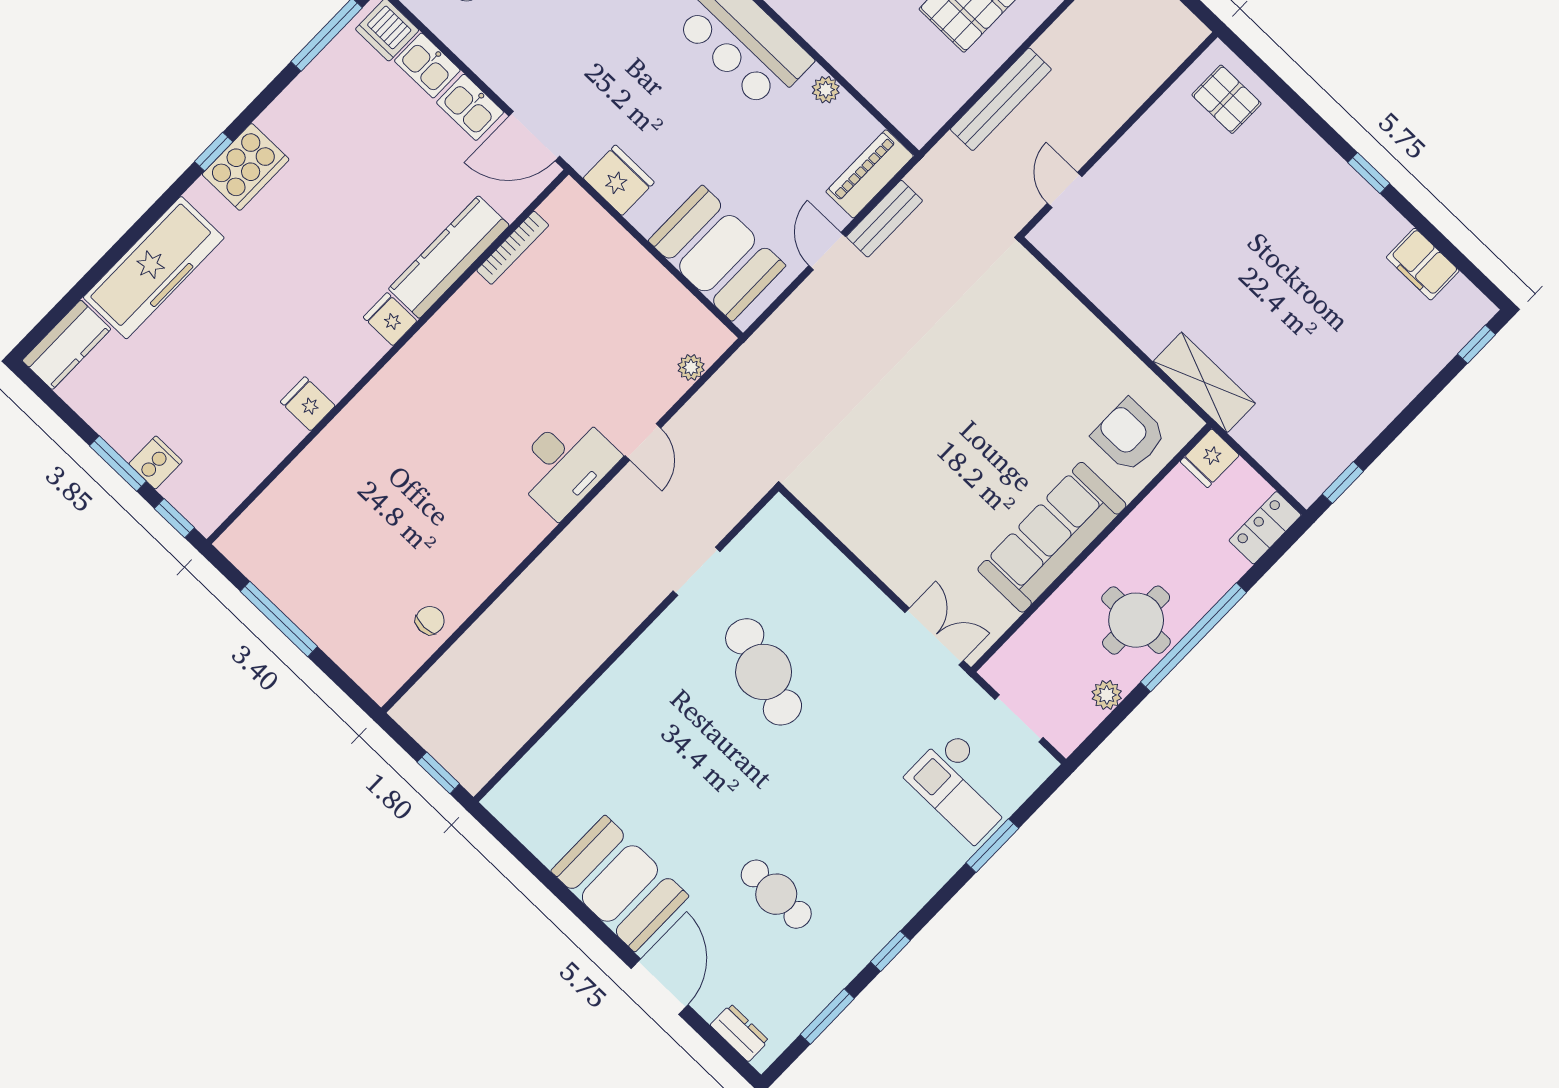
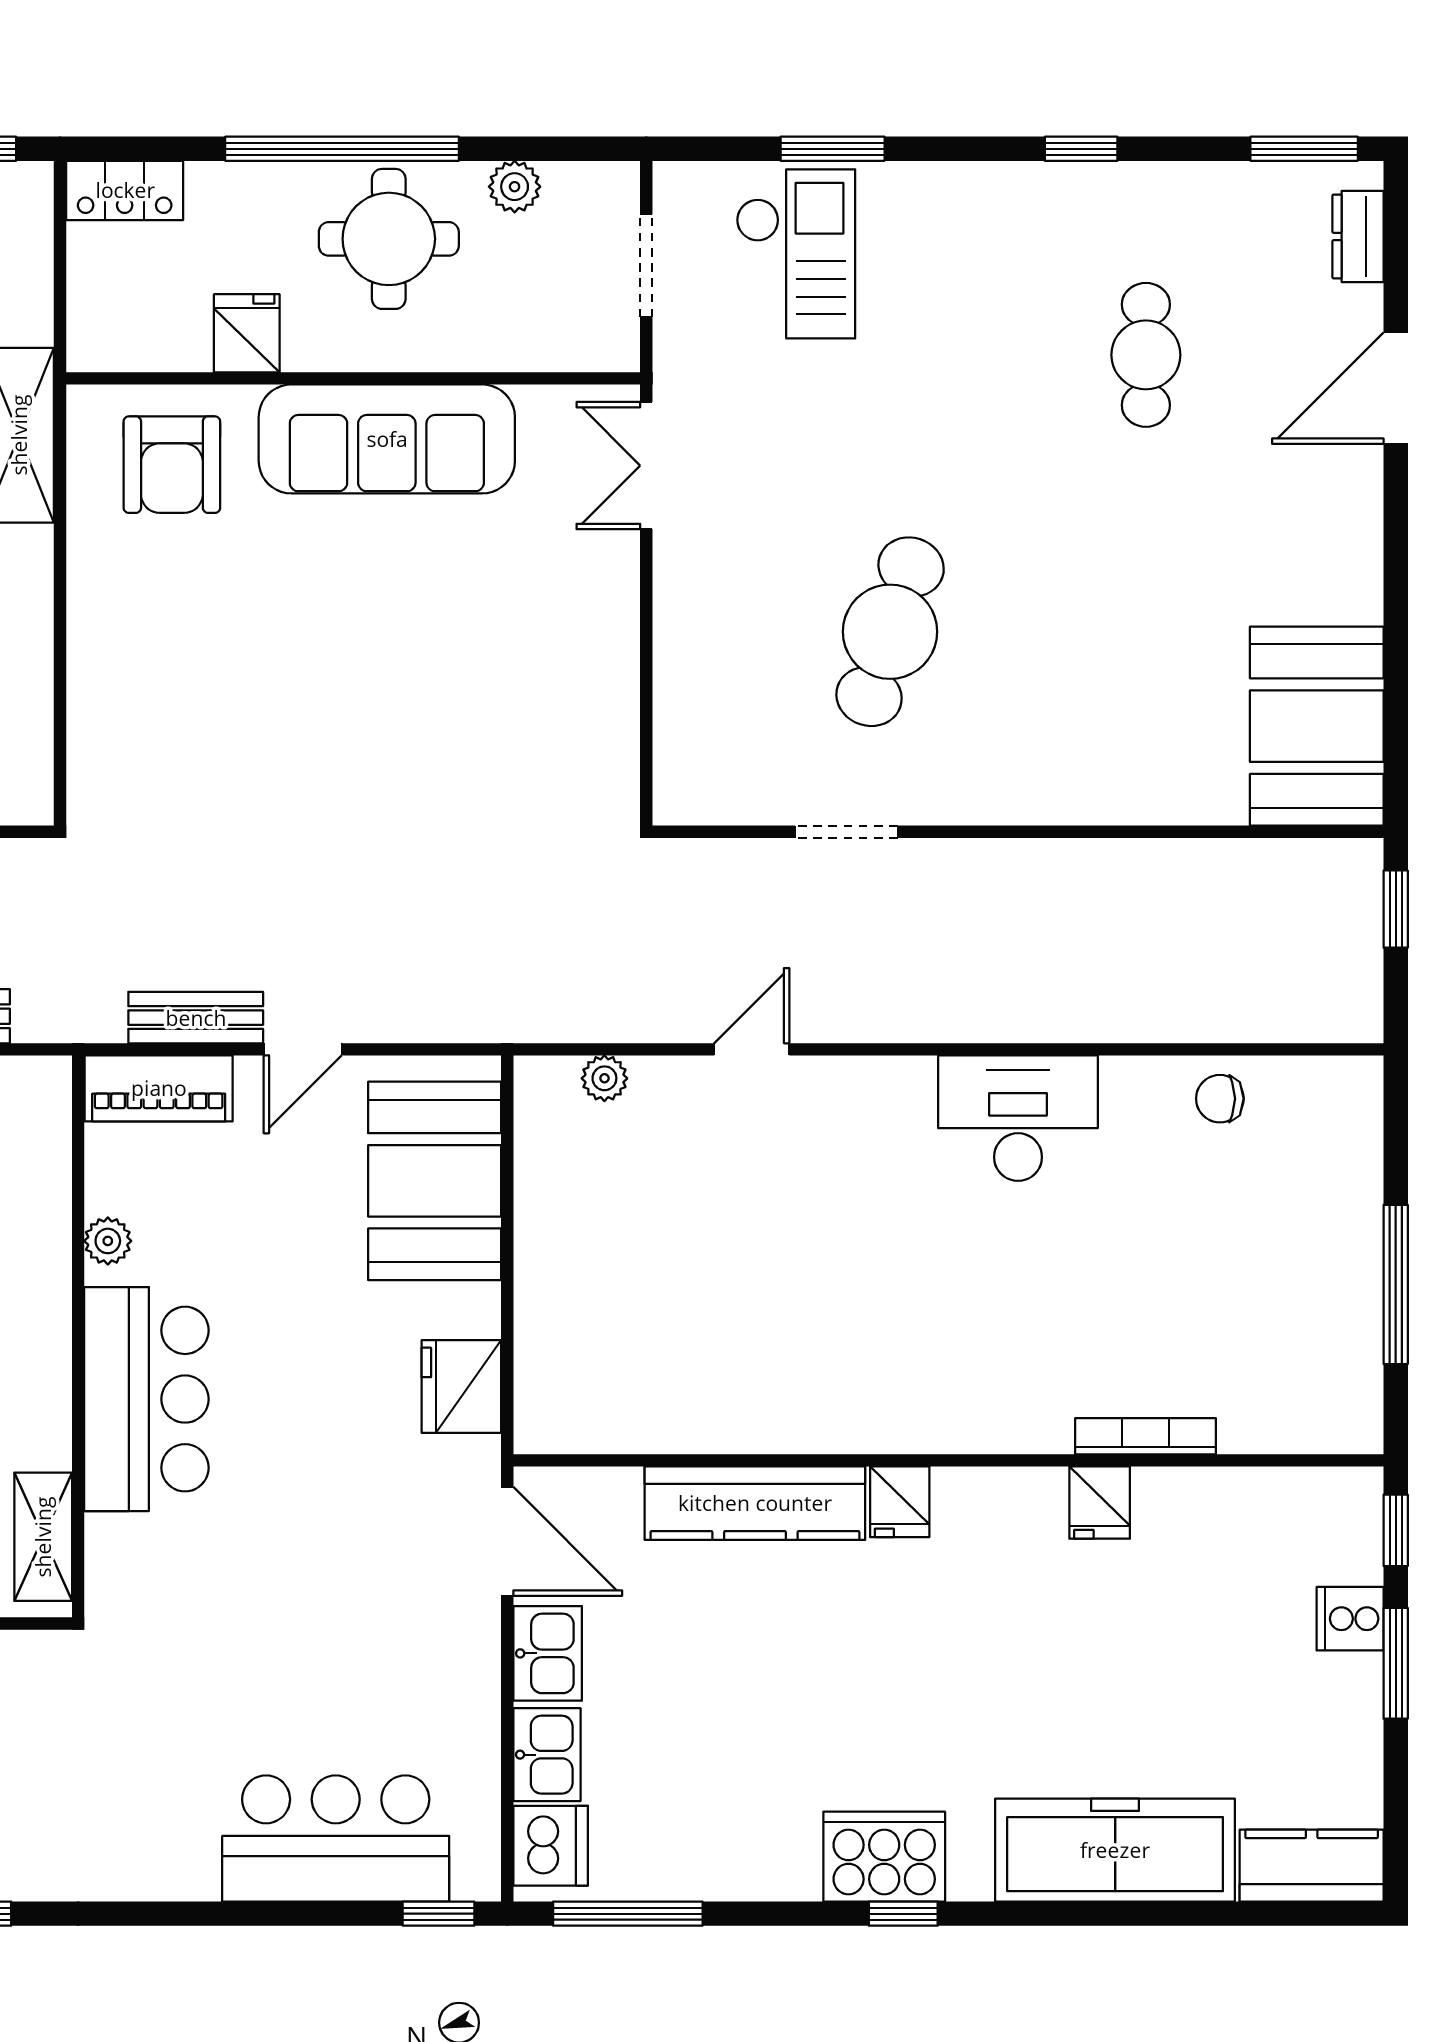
bookcase: (513, 248) -> (1146, 1436), moved
fridge: (1210, 458) -> (247, 333), moved, turned -90
desk: (565, 464) -> (1018, 1118), moved
booth: (620, 883) -> (1317, 726), moved
window: (827, 1017) -> (1304, 149), moved

